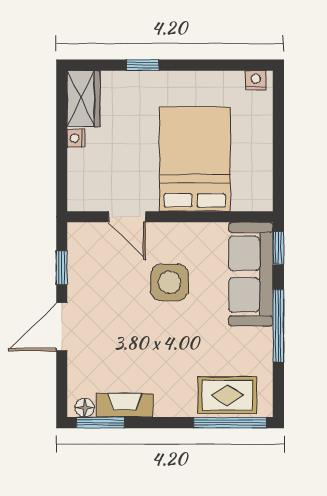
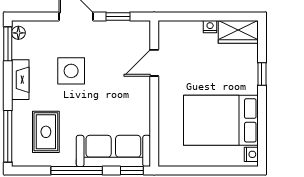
bed: (195, 159) -> (221, 120), moved, turned 180
side table: (170, 282) -> (71, 71), moved
rug: (227, 395) -> (46, 132), moved
fireplace: (124, 405) -> (20, 80), moved

